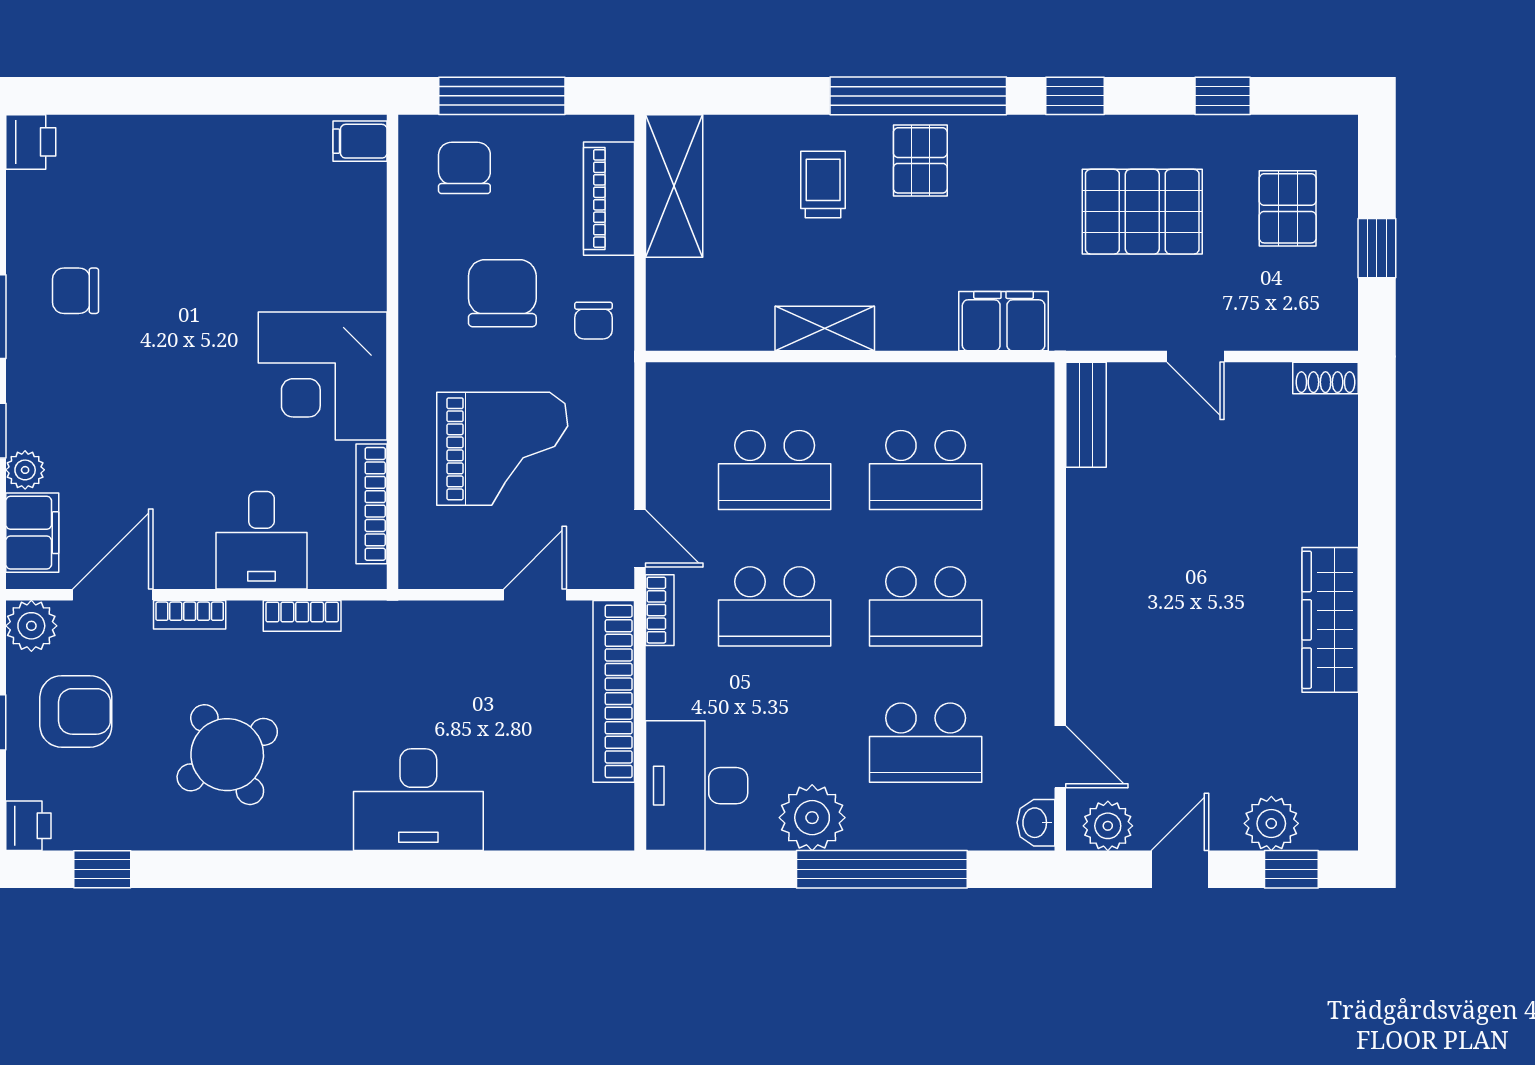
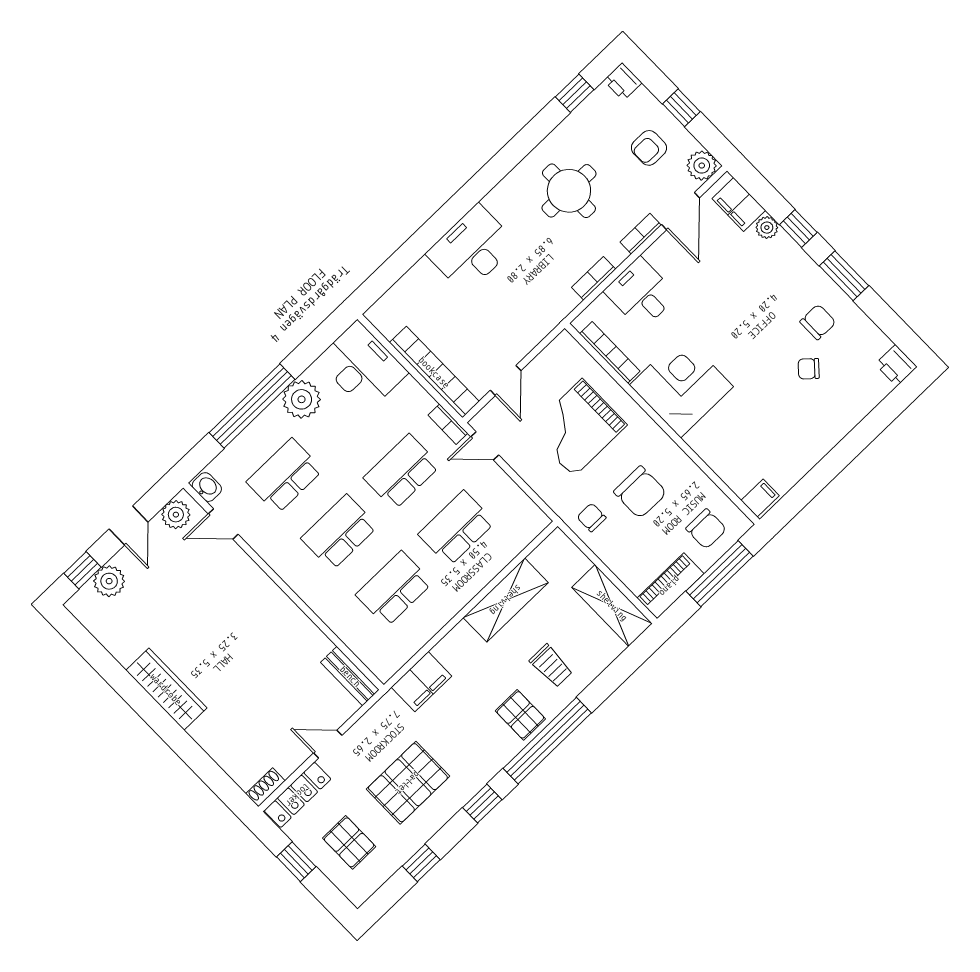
piano: (609, 199) -> (670, 586), moved, turned -90
chair: (143, 244) -> (809, 369), added
shelving: (825, 329) -> (506, 600), width x1.50, depth x1.33
locker: (1295, 330) -> (298, 795), added
armchair: (76, 711) -> (649, 148), width x0.72, depth x0.72
round table: (227, 755) -> (569, 191), turned 32

